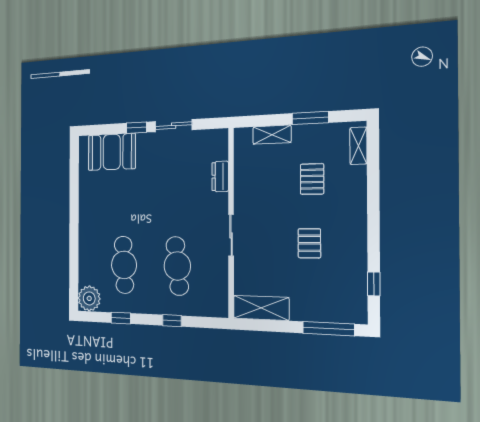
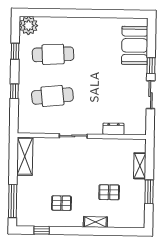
shelving: (358, 146) -> (95, 222), moved
pallet: (309, 243) -> (61, 203), moved

